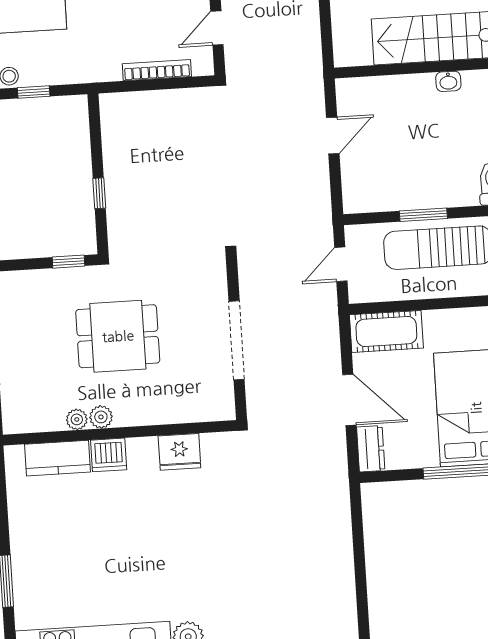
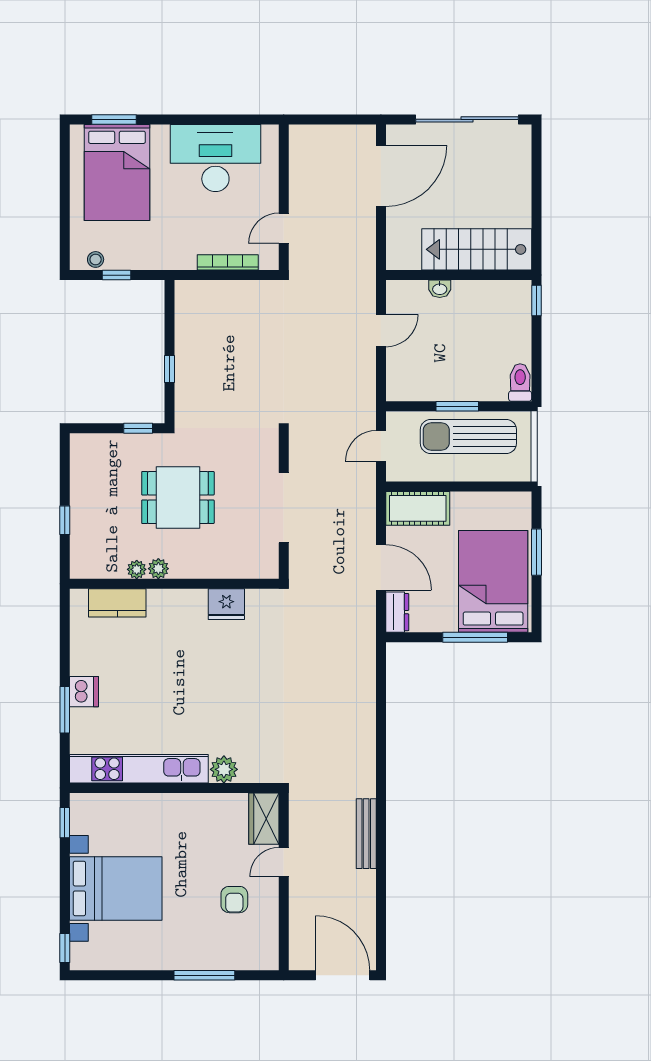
washbasin: (448, 81) -> (440, 289), moved
dishwasher: (109, 455) -> (84, 692), moved, turned -90

